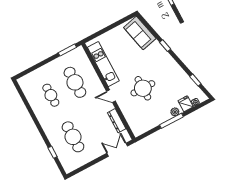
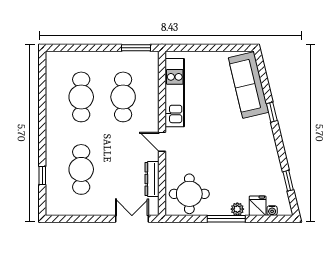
sofa: (140, 33) -> (248, 85), width x1.36
round table: (143, 88) -> (189, 194), moved
cafe table: (51, 95) -> (81, 97), width x1.37, depth x1.35

